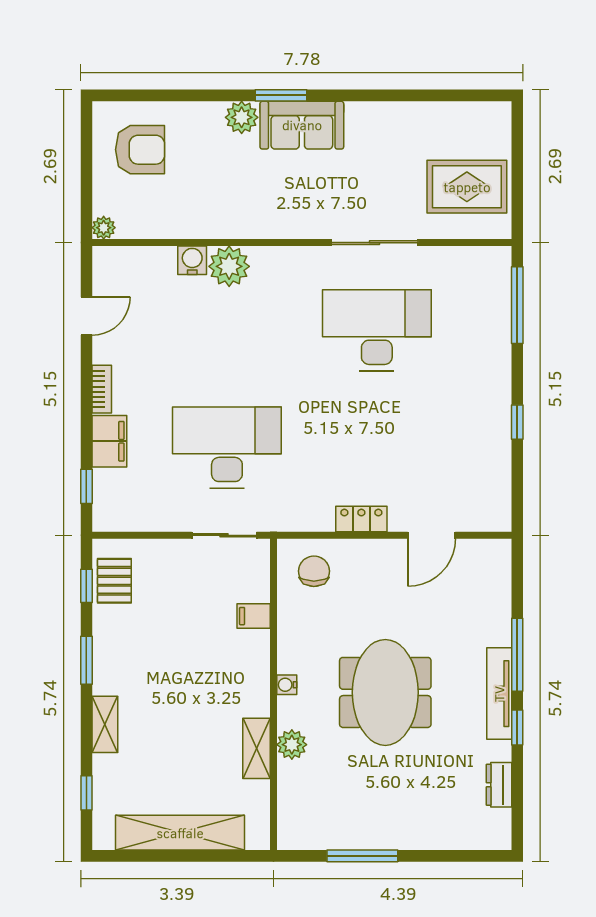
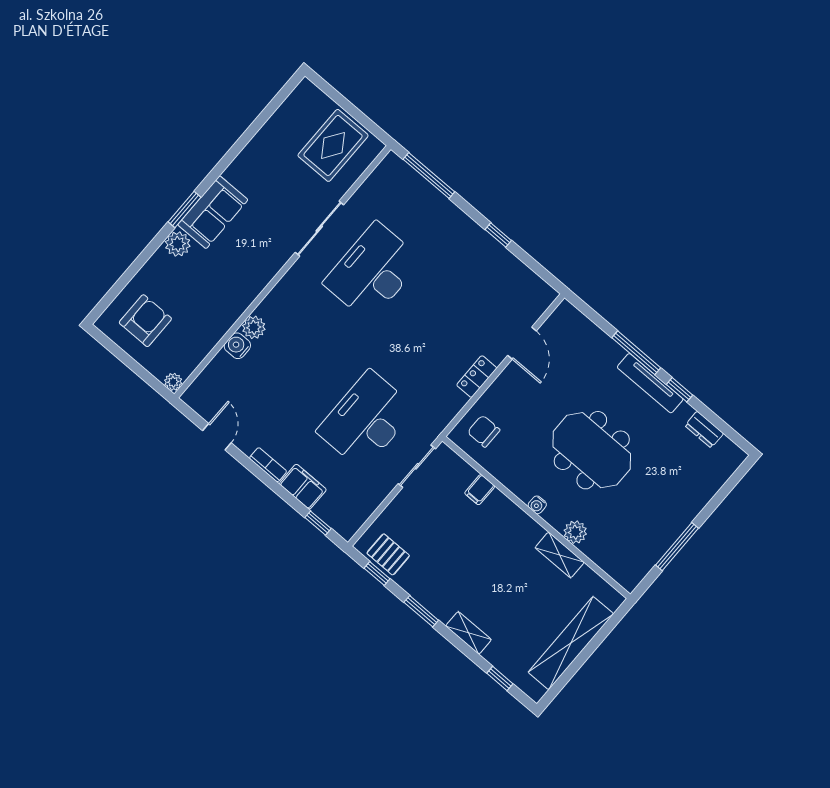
plant: (229, 266) -> (254, 327), width x0.73, depth x0.73

